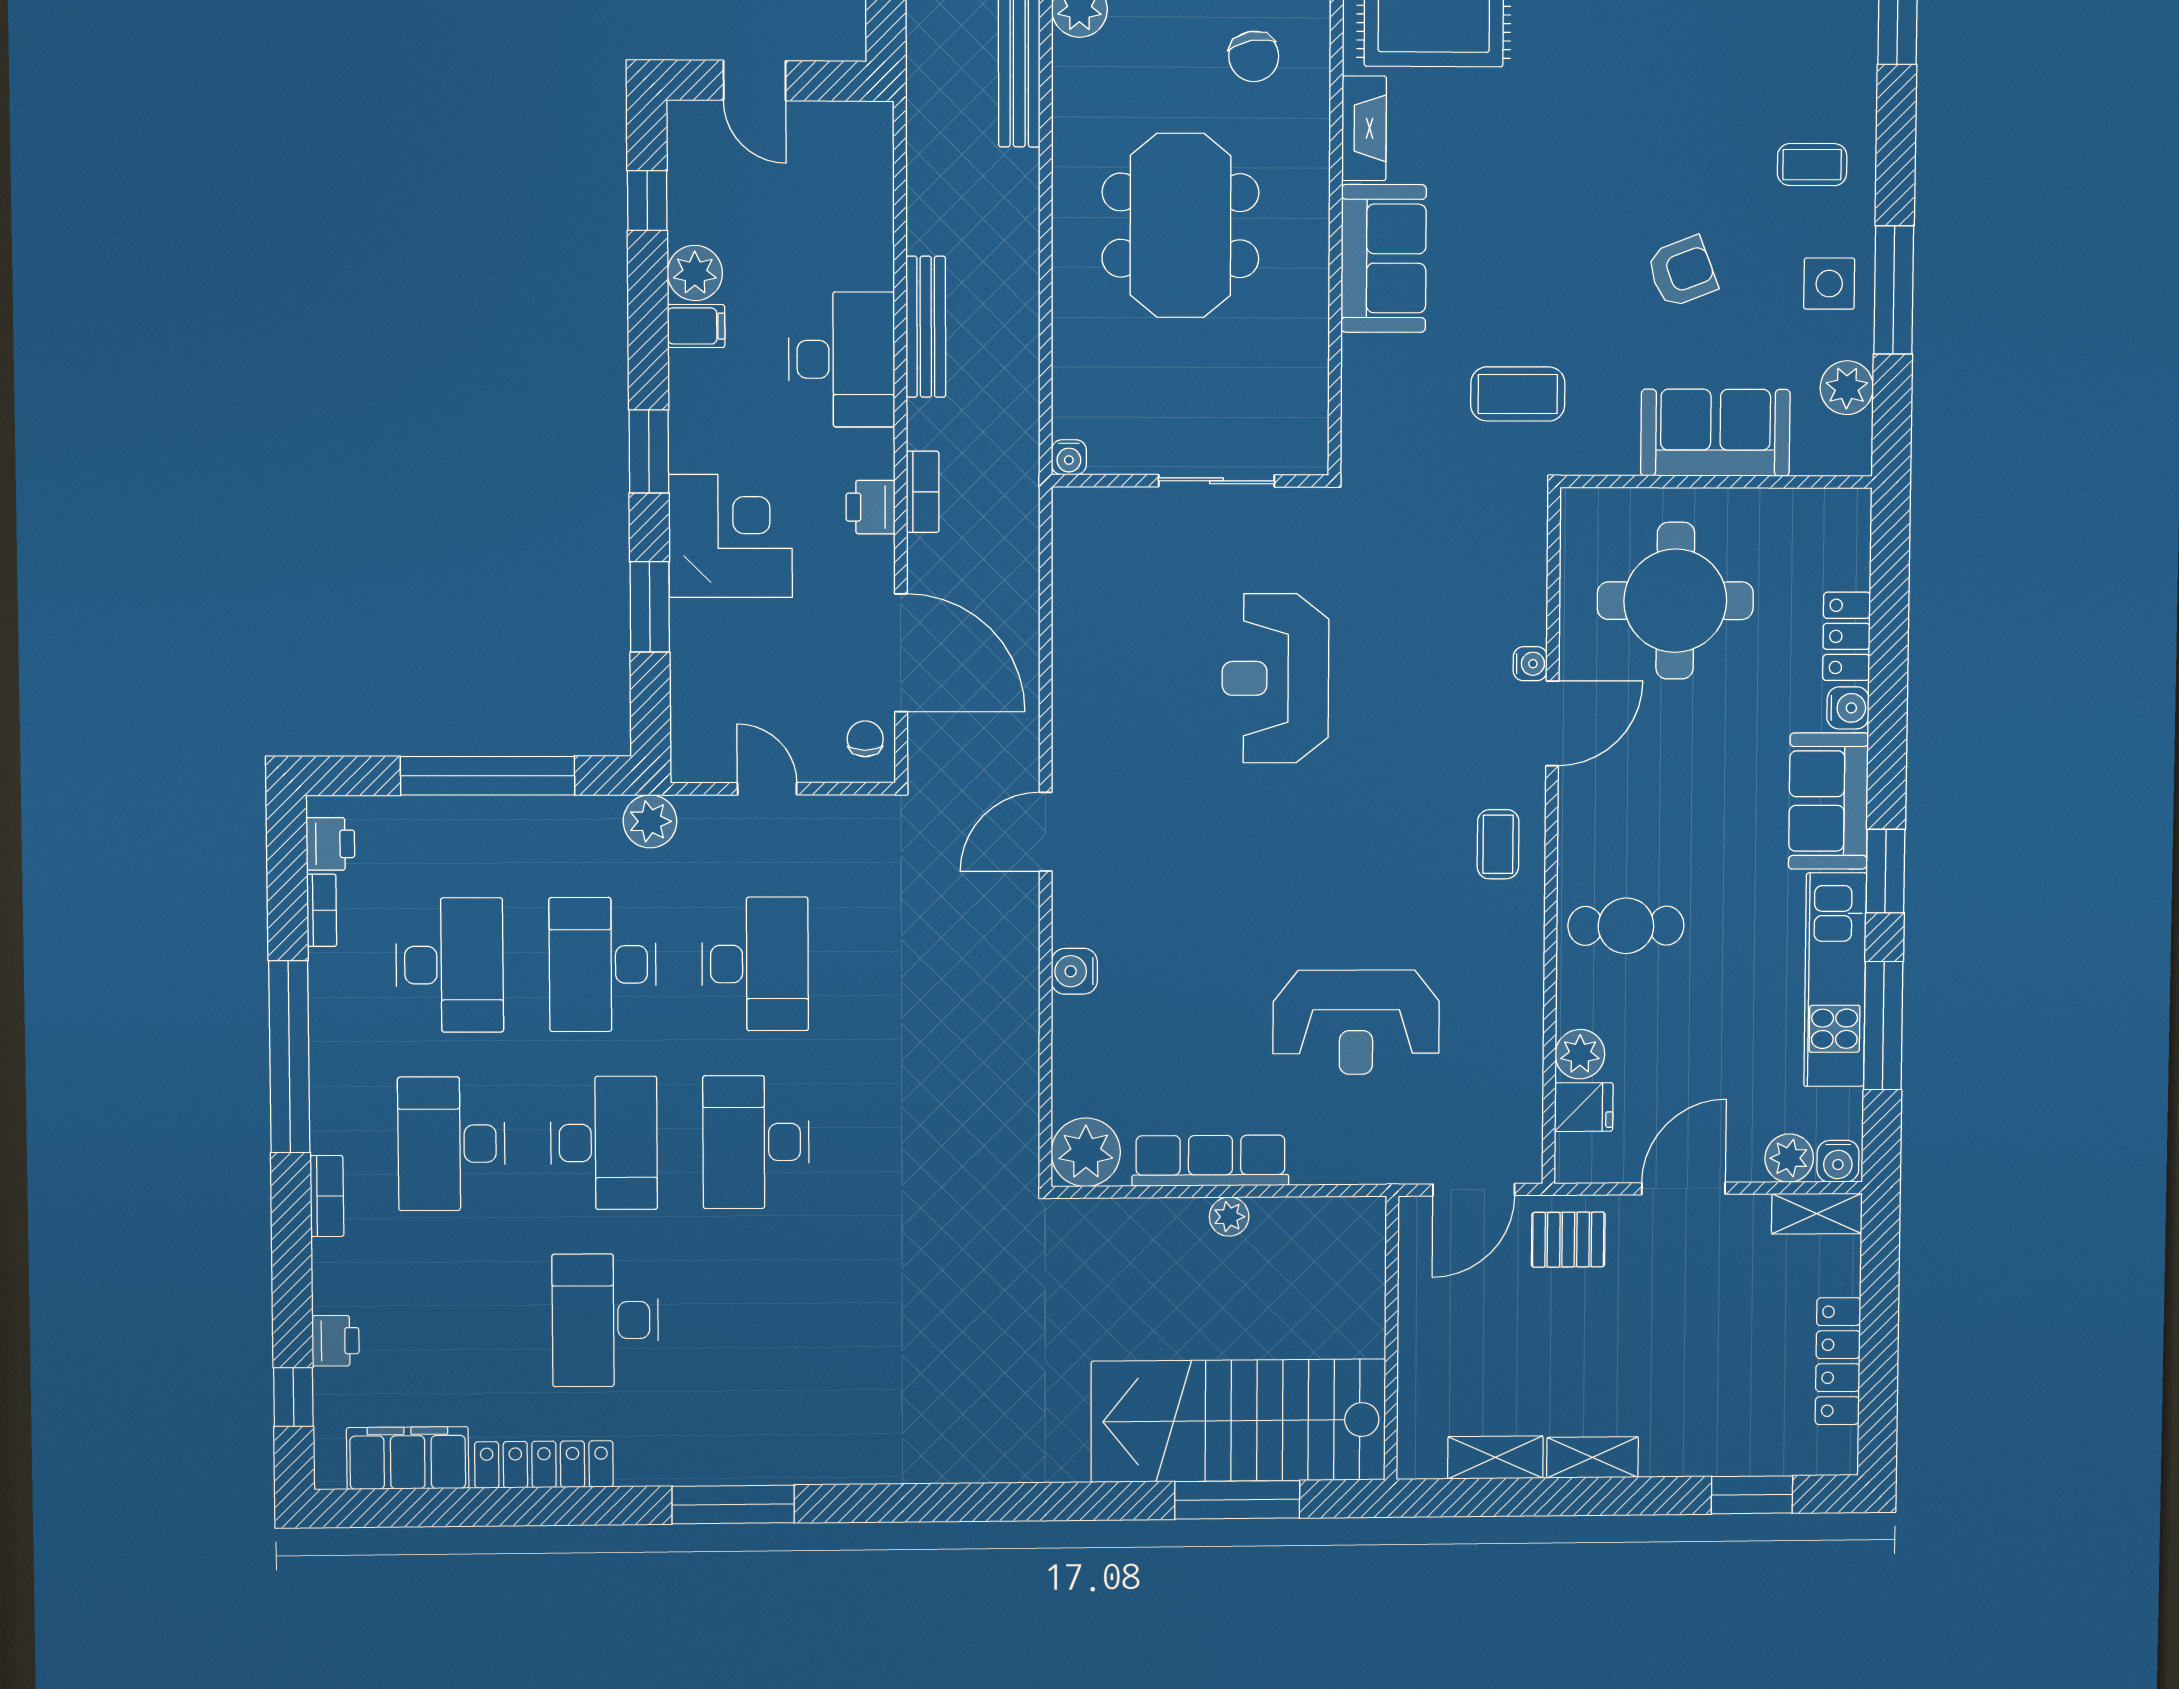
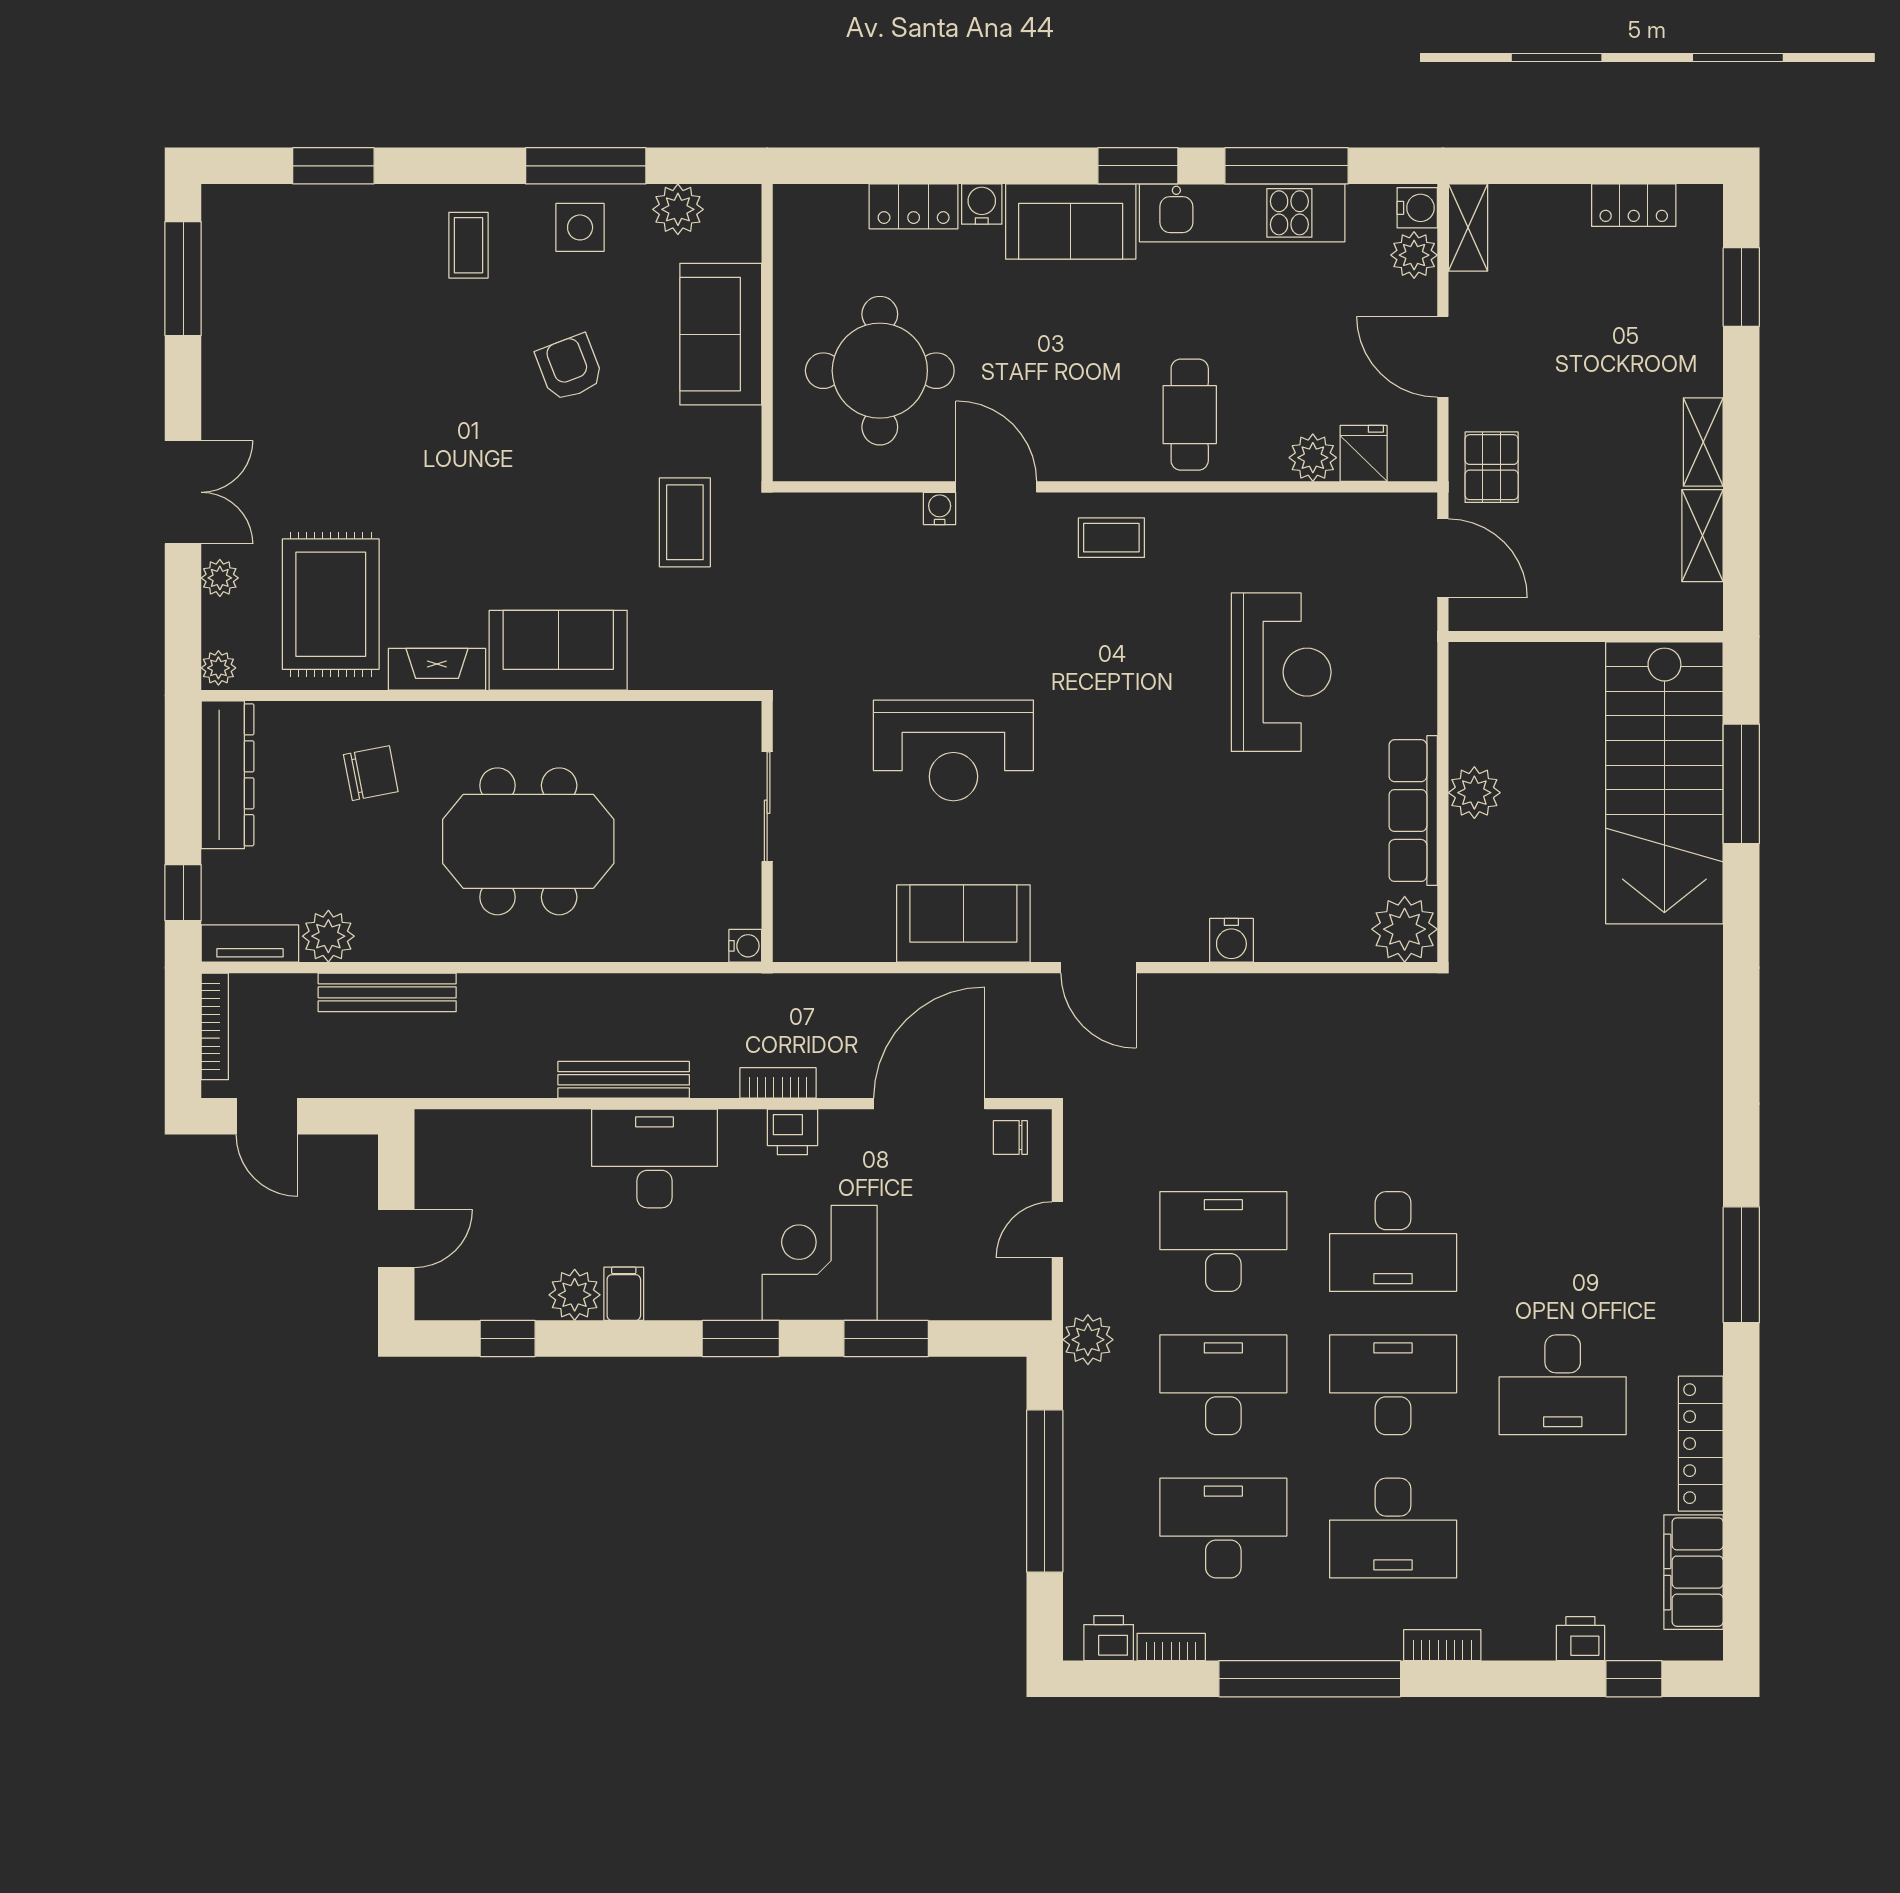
sofa: (1092, 689) -> (963, 924), added
desk: (603, 964) -> (1223, 1385), turned 180
plant: (1229, 1217) -> (1474, 793), width x1.38, depth x1.38
locker: (1838, 1361) -> (1634, 205), width x0.66

